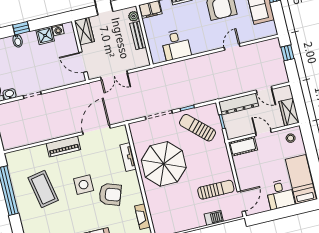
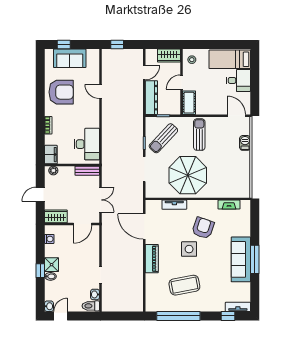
shower: (45, 35) -> (52, 265), moved
bench: (138, 35) -> (87, 171), moved
desk: (176, 45) -> (87, 144), width x1.37
sun lounger: (216, 190) -> (199, 135), moved

